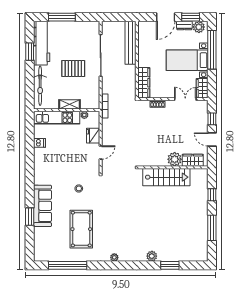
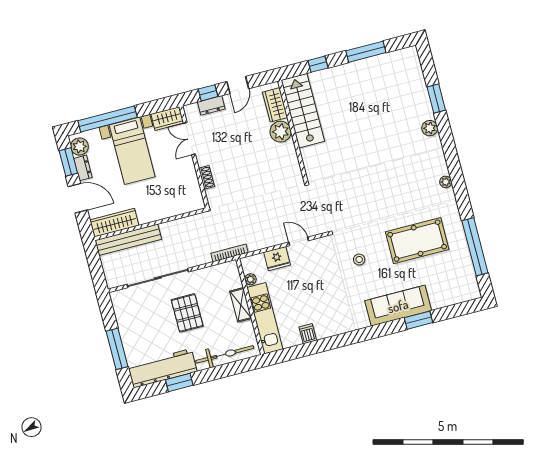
wardrobe: (144, 83) -> (114, 223), moved
dresser: (203, 119) -> (211, 105), added
stairs: (166, 177) -> (303, 111), moved

